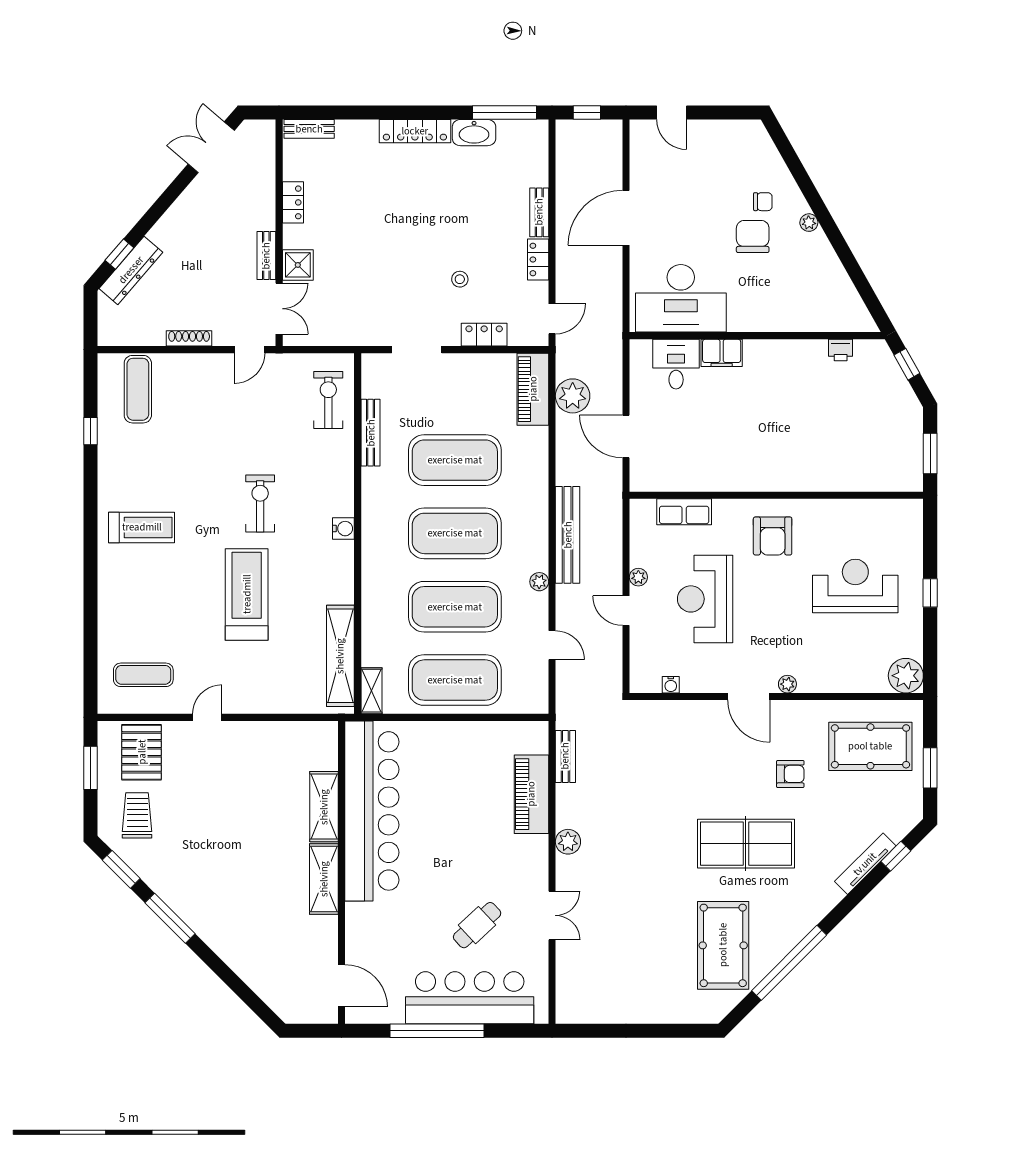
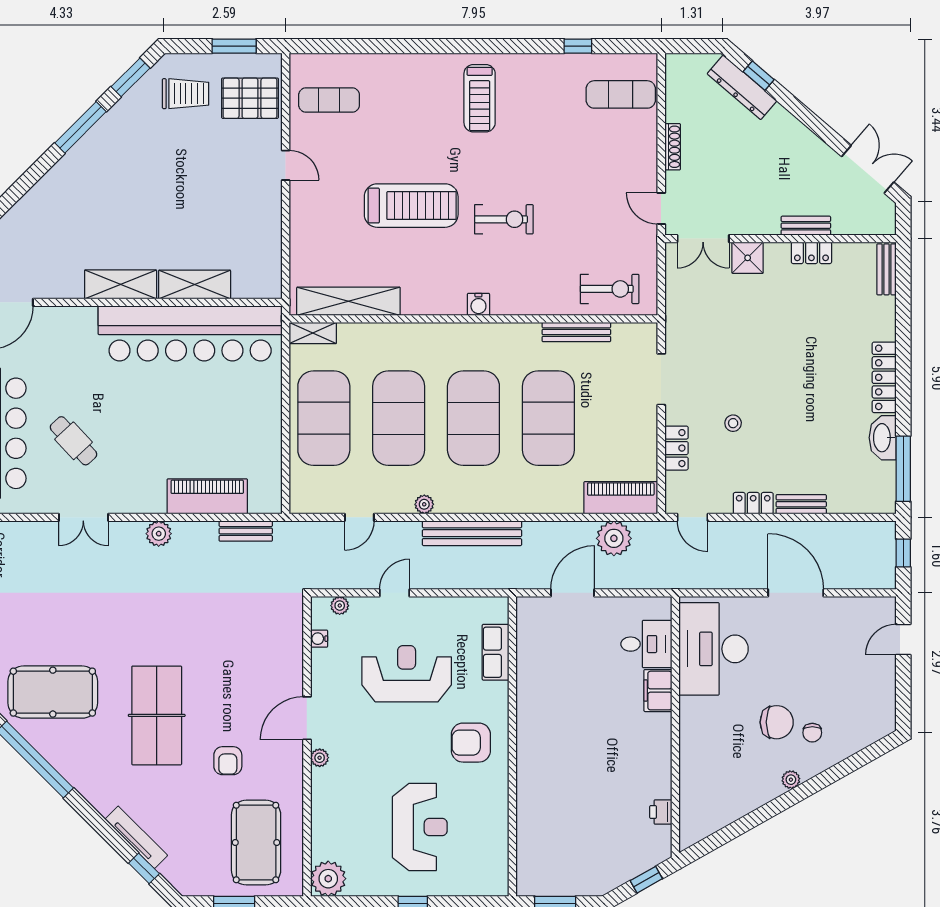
bench: (266, 256) -> (806, 226), moved
plant: (638, 577) -> (340, 606), moved
exercise mat: (143, 675) -> (329, 100), turned 90

